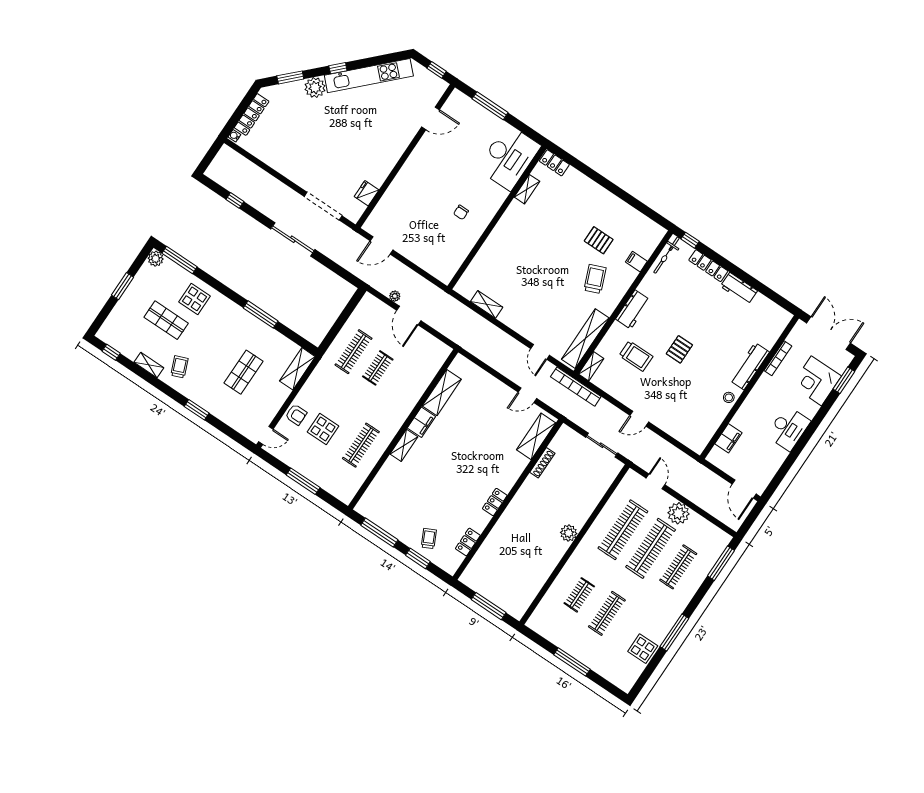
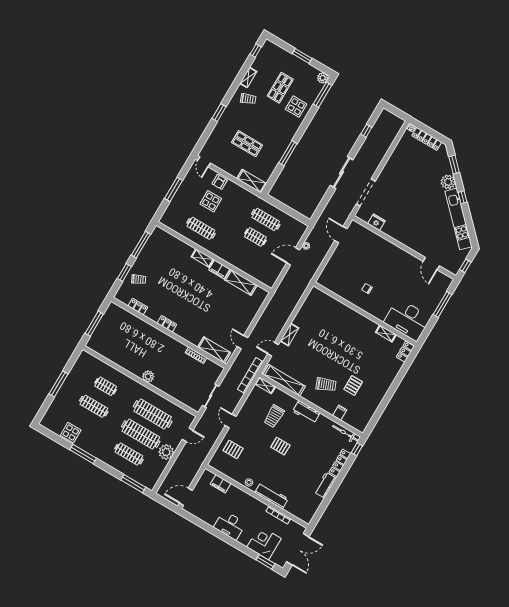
shelving: (487, 304) -> (290, 335), moved
pallet: (680, 418) -> (233, 449), added

